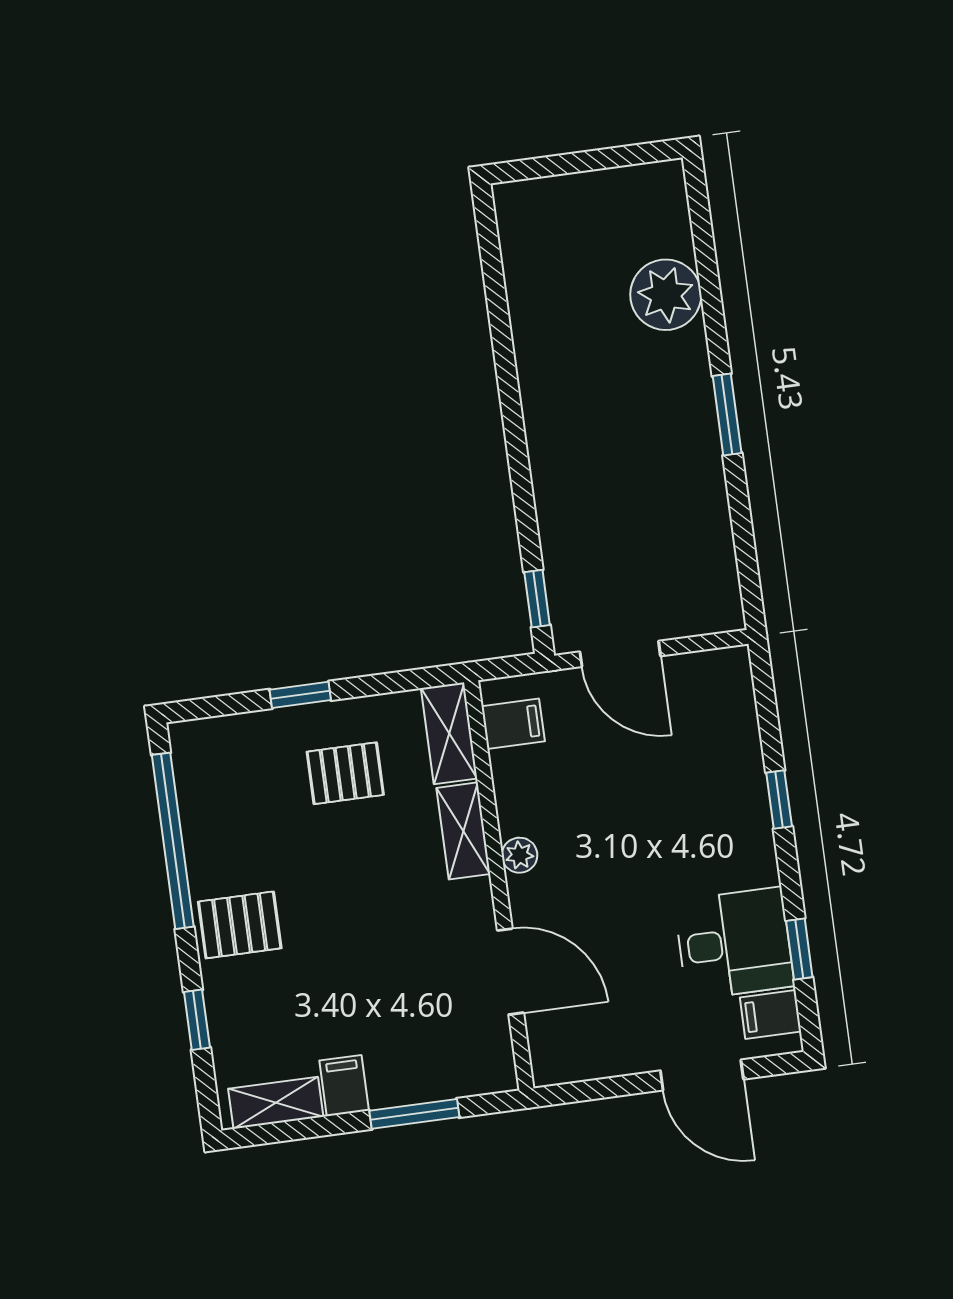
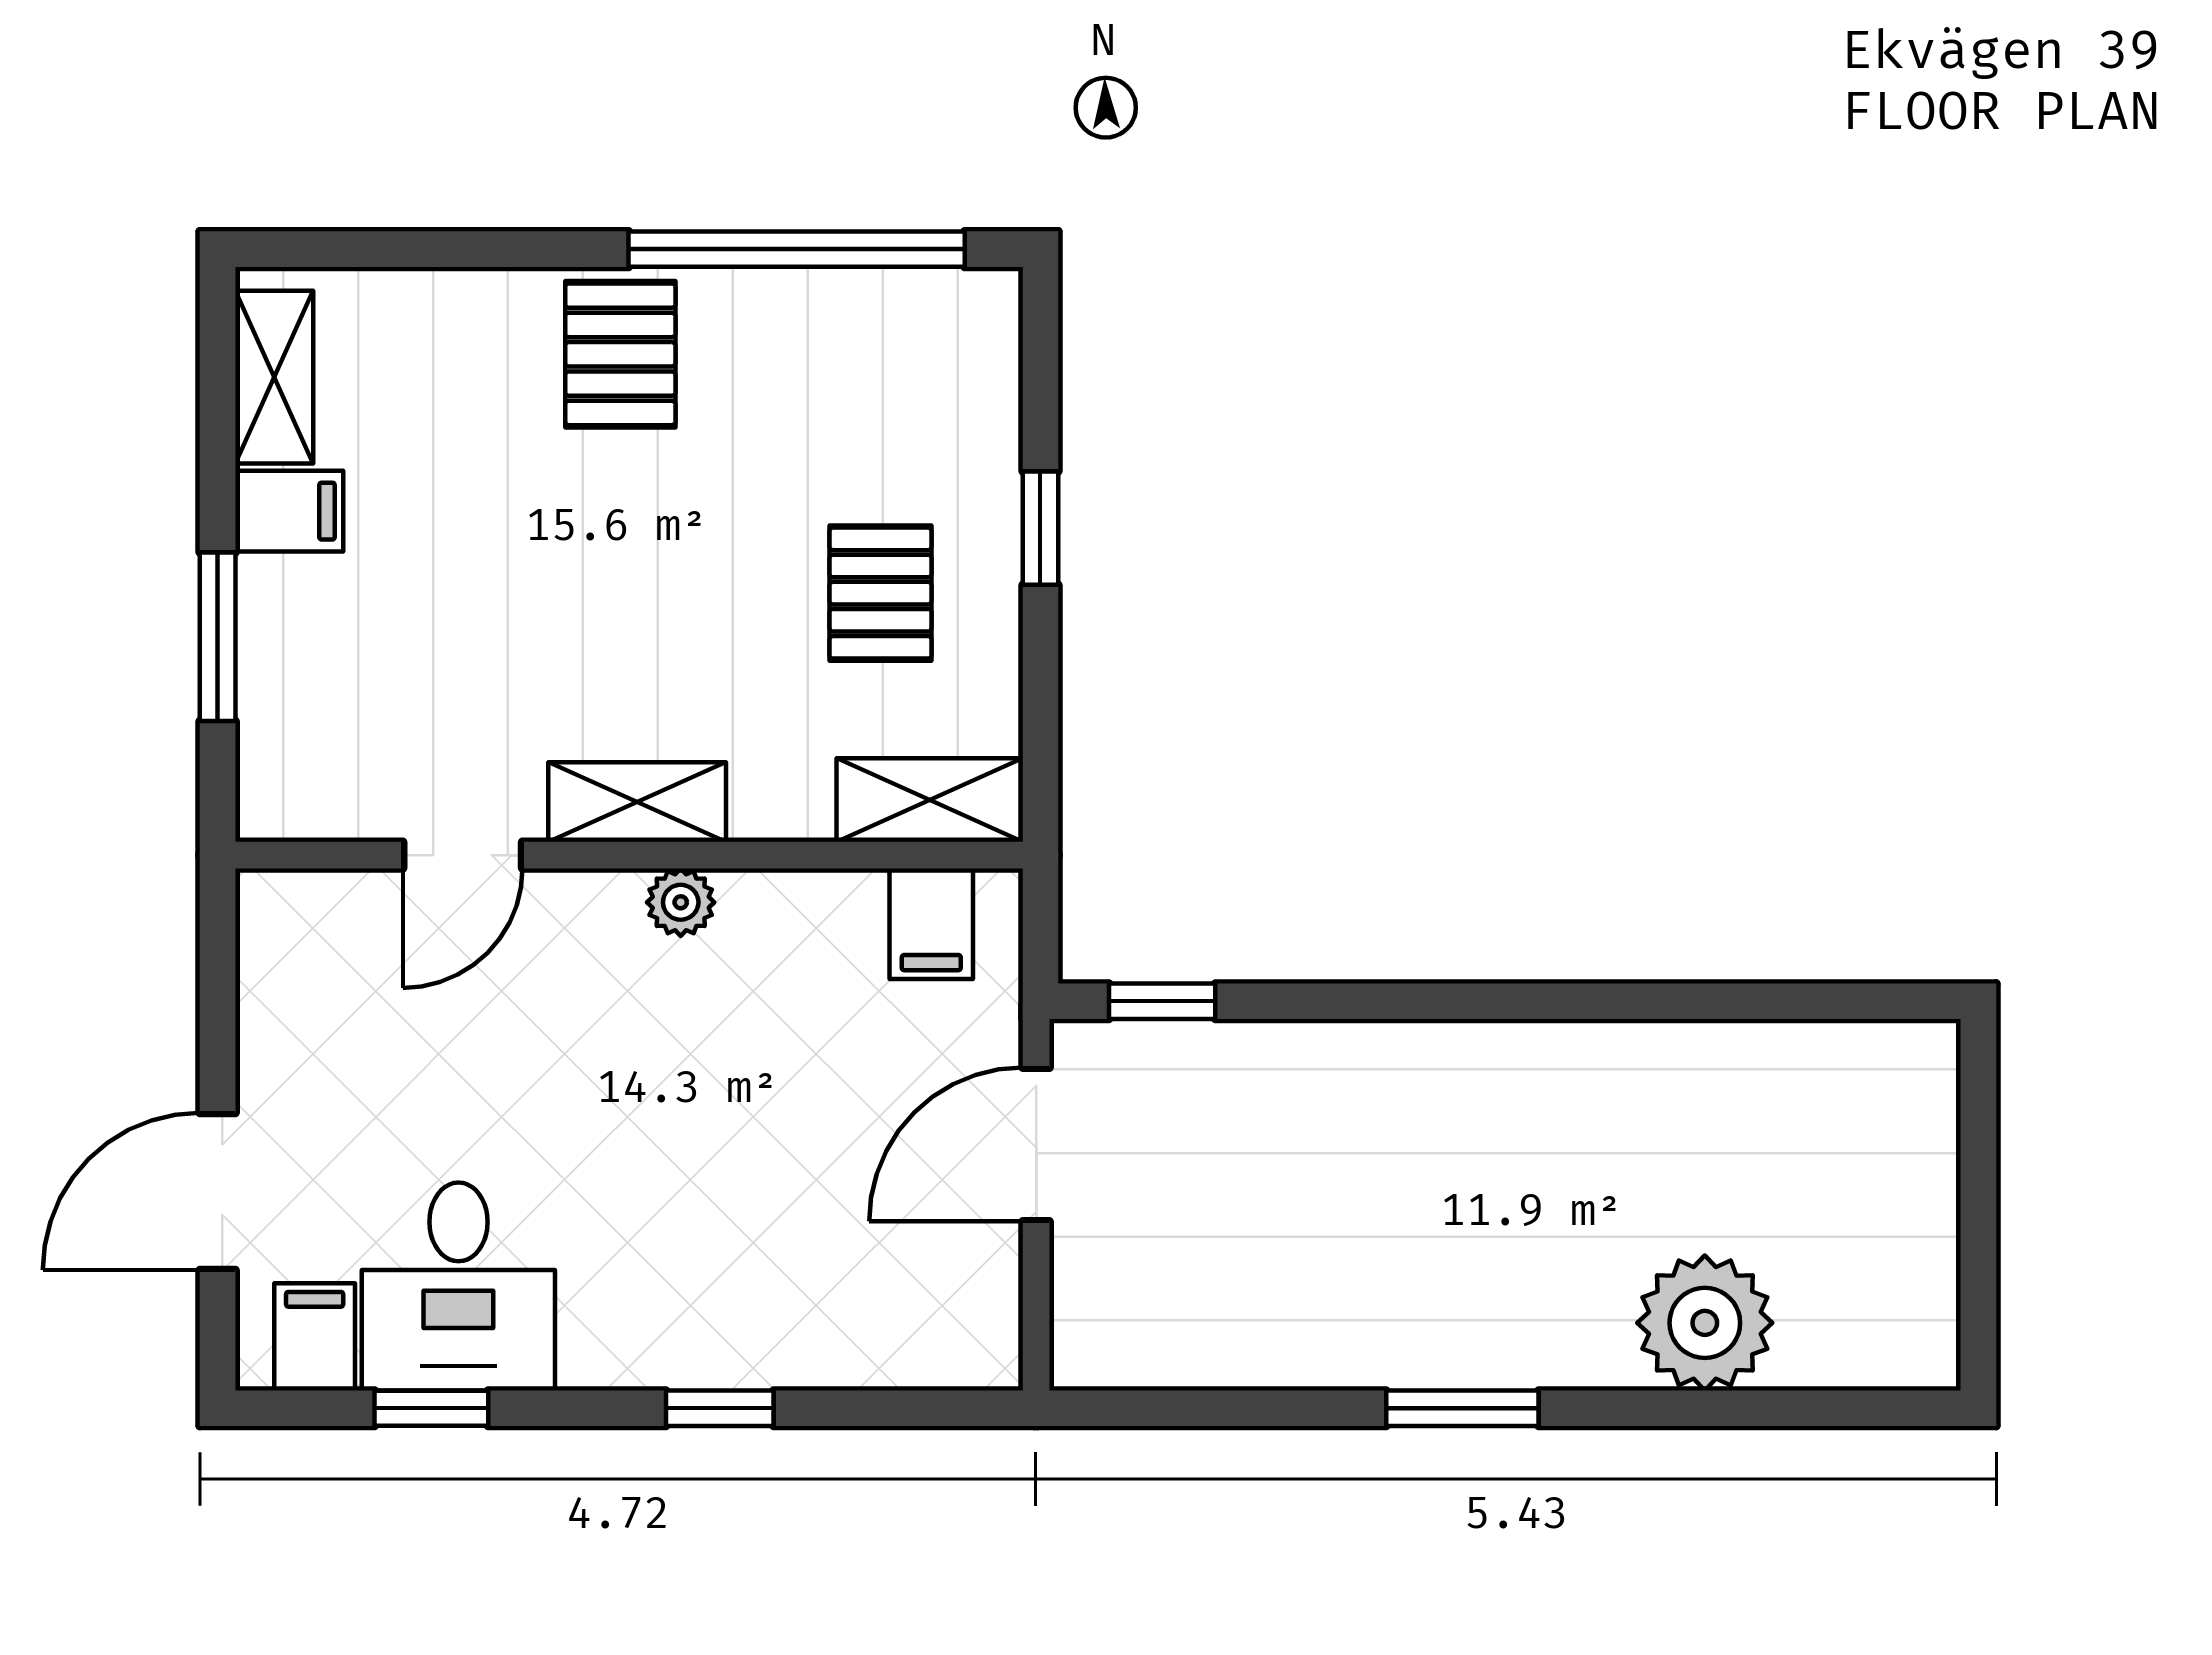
shelving: (463, 831) -> (637, 802), moved
door: (510, 972) -> (463, 855), width x0.73
window: (197, 1020) -> (452, 249), removed

